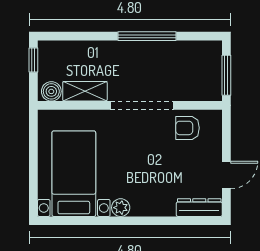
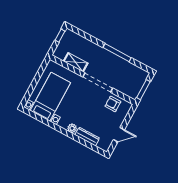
boiler: (51, 91) -> (60, 54), removed
plant: (121, 208) -> (72, 128), moved
dresser: (199, 208) -> (87, 137), moved

